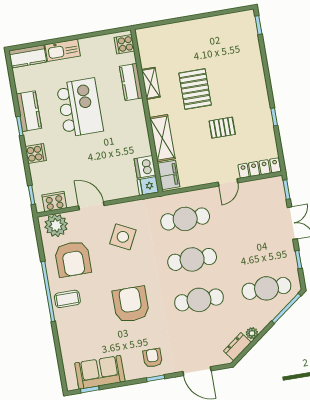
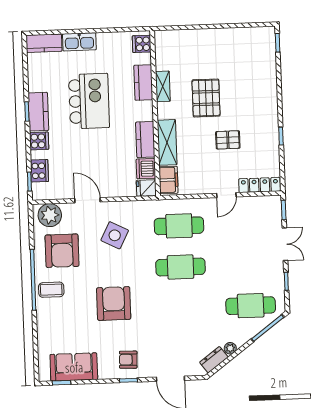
kitchen counter: (29, 111) -> (38, 112), moved
kitchen counter: (140, 138) -> (145, 140), added
cooker: (54, 202) -> (39, 171), moved, turned 90
cafe table: (199, 300) -> (182, 308), removed
armchair: (153, 358) -> (128, 360), turned -88

